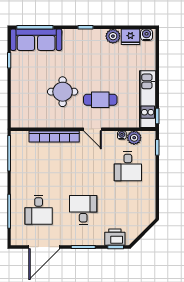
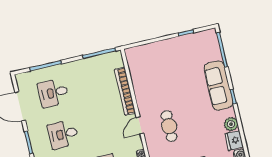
sofa: (36, 40) -> (218, 85), moved
round table: (63, 92) -> (168, 89), removed
desk: (83, 210) -> (63, 134), turned 180

